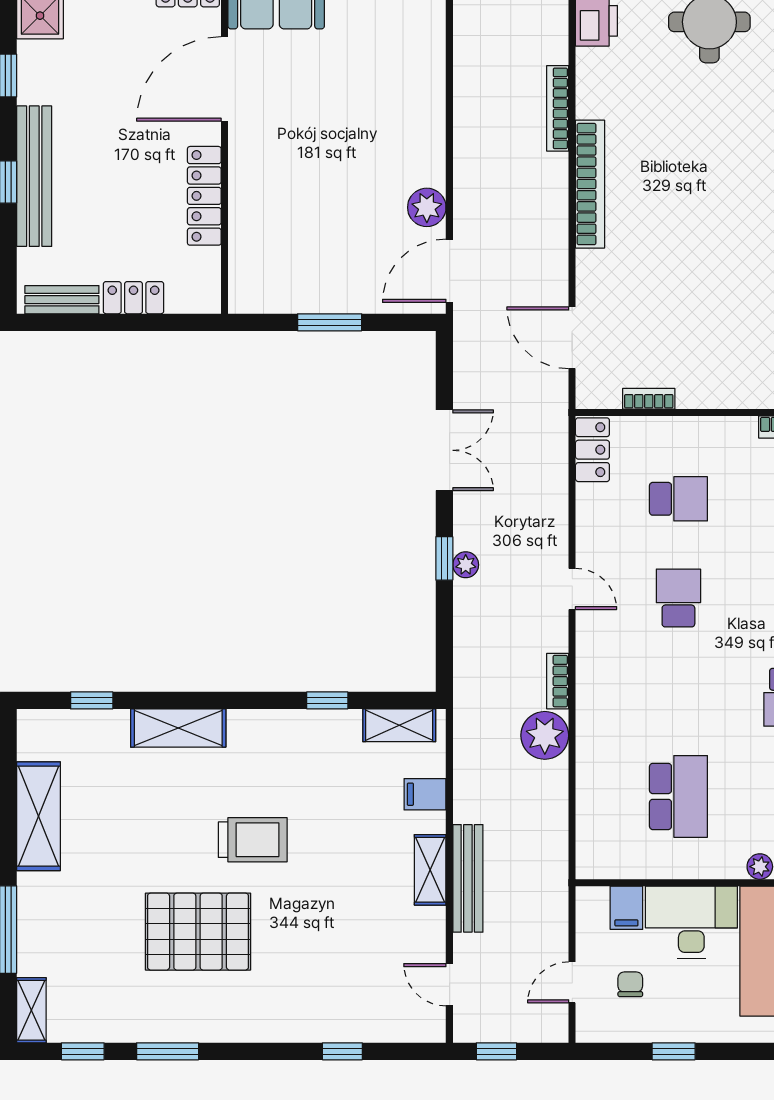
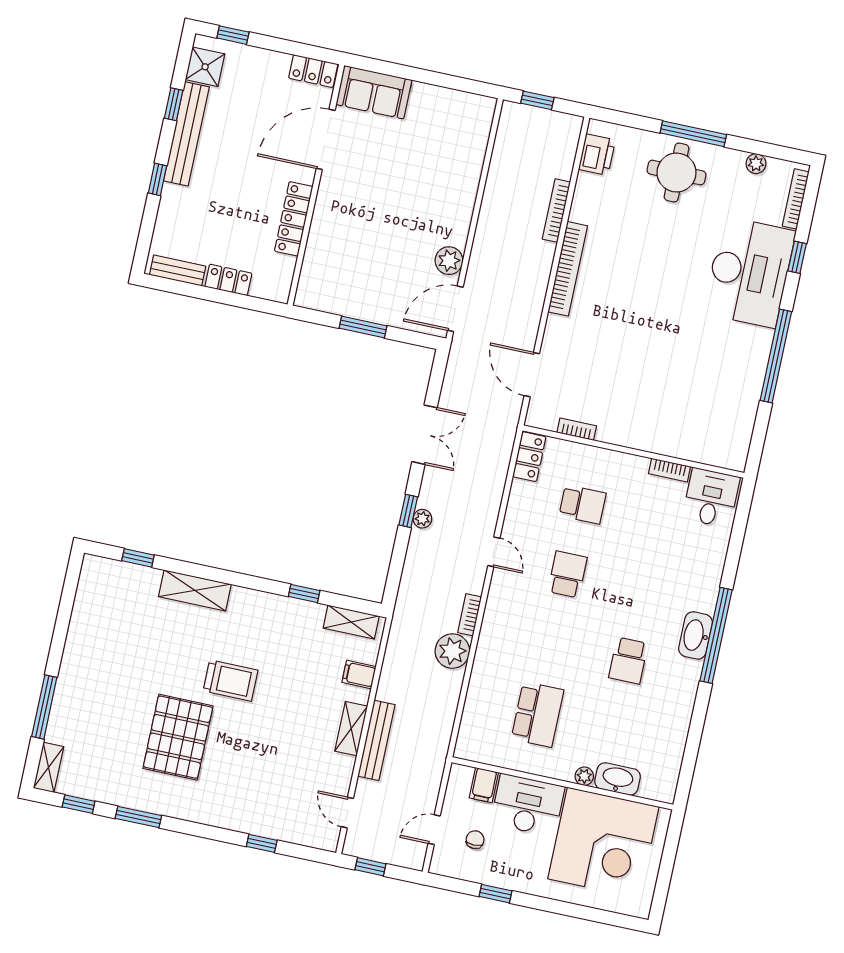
bench: (34, 176) -> (186, 134), moved
shelving: (39, 816) -> (83, 631), removed
pallet: (198, 932) -> (178, 737), turned 90

